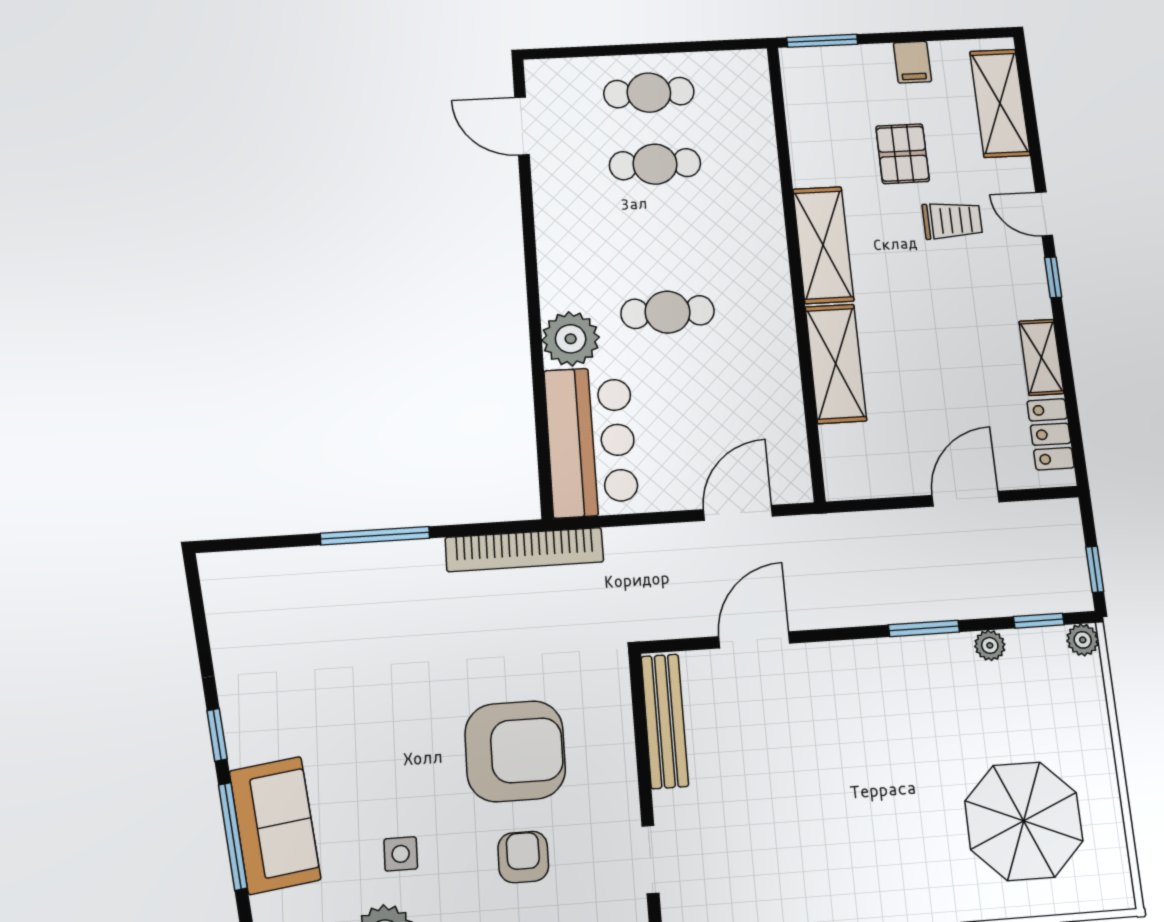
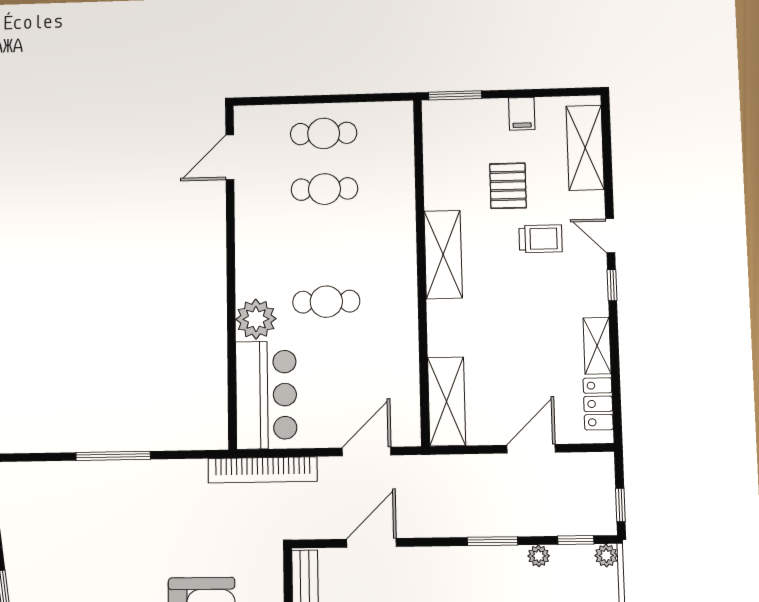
door: (522, 126) -> (230, 157), hinge flipped
shelving: (836, 364) -> (447, 401), moved
bookcase: (524, 550) -> (263, 470), moved

